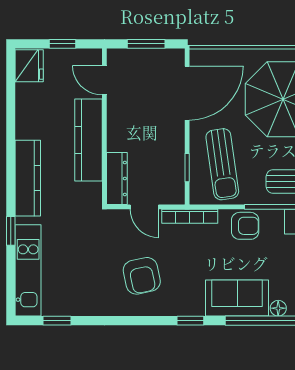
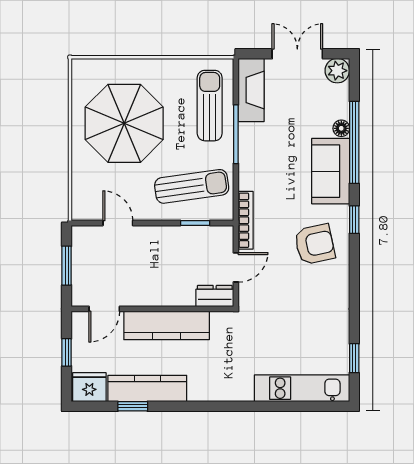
door: (187, 93) -> (118, 223), width x0.53
kitchen counter: (28, 178) -> (147, 388), moved
dresser: (117, 178) -> (215, 296), width x0.70
armchair: (245, 226) -> (256, 163), removed
window: (11, 231) -> (133, 406), moved
armchair: (142, 276) -> (315, 244), moved

